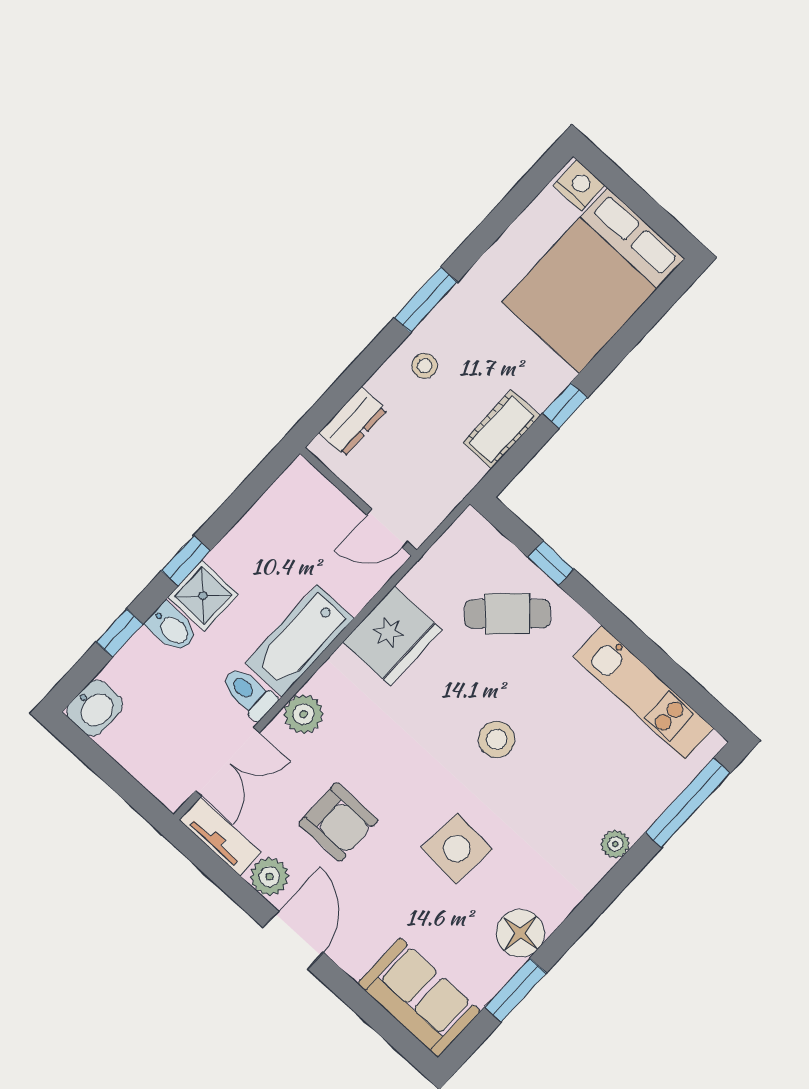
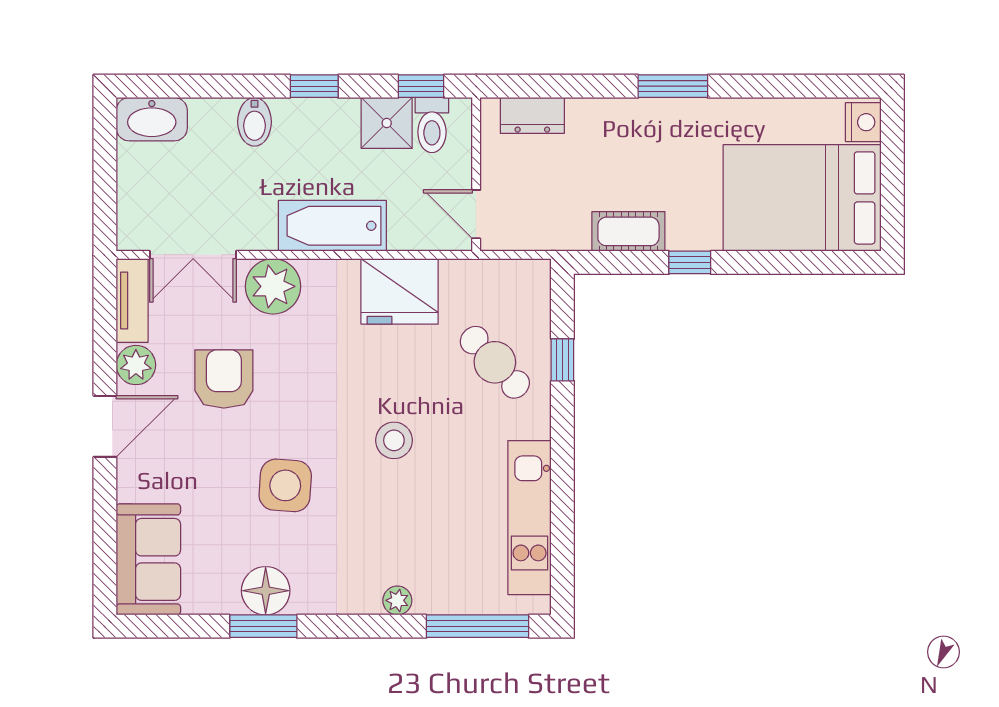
stool: (424, 366) -> (623, 131), removed
shower: (203, 596) -> (387, 123), moved
window: (120, 633) -> (421, 86), moved
toilet: (249, 693) -> (432, 125), moved, turned 180
washbasin: (95, 708) -> (152, 119), width x1.38
plant: (303, 714) -> (273, 286), width x1.36, depth x1.36
armchair: (338, 822) -> (224, 379), turned 180
window: (516, 990) -> (263, 626), moved

